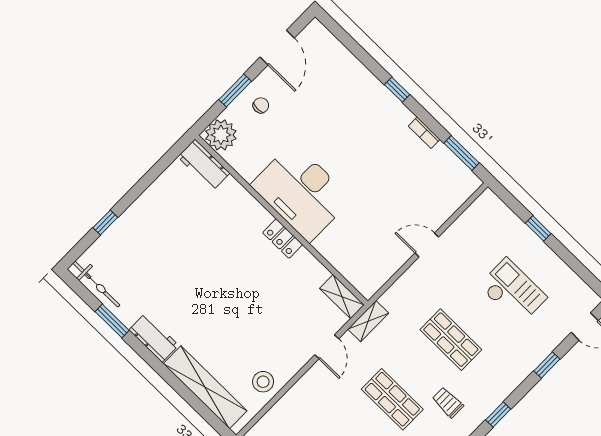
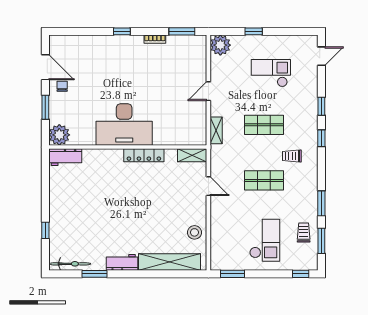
chair: (261, 105) -> (62, 86), moved
plant: (488, 208) -> (220, 45), added
locker: (283, 239) -> (144, 155), width x1.53
shelving: (368, 321) -> (216, 130), moved
window: (547, 365) -> (321, 106), moved

